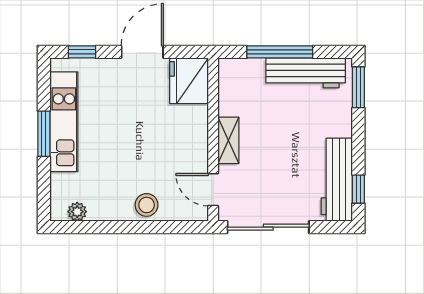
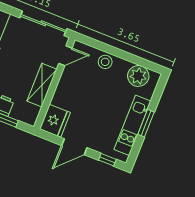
shelving: (228, 140) -> (42, 85), width x1.50, depth x1.33
door: (213, 190) -> (65, 56), hinge flipped
plant: (77, 212) -> (138, 76), width x1.88, depth x1.88

